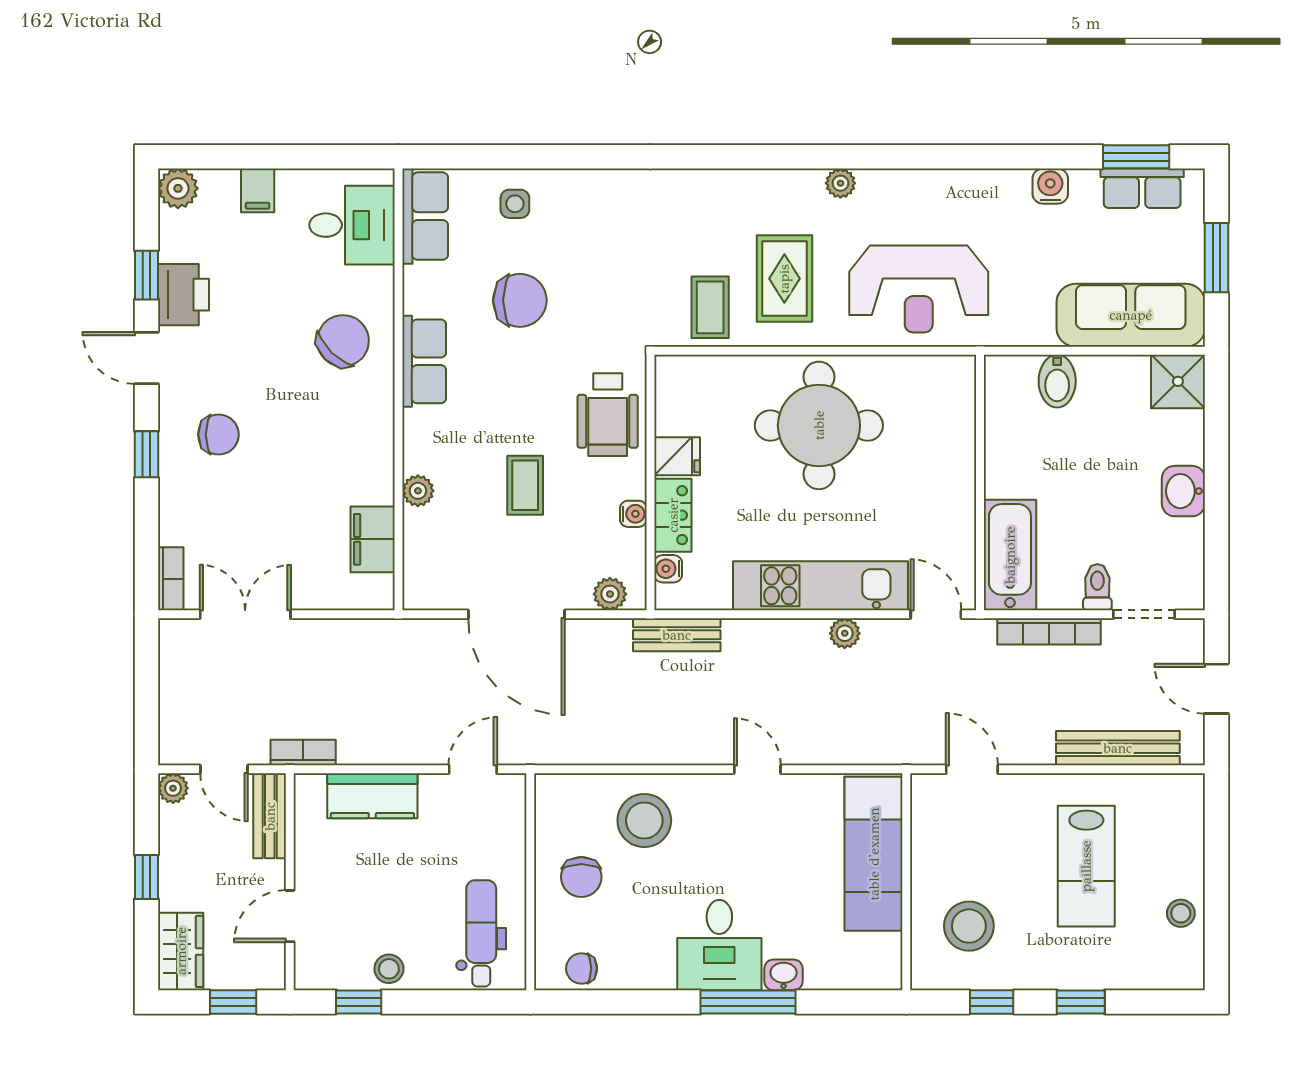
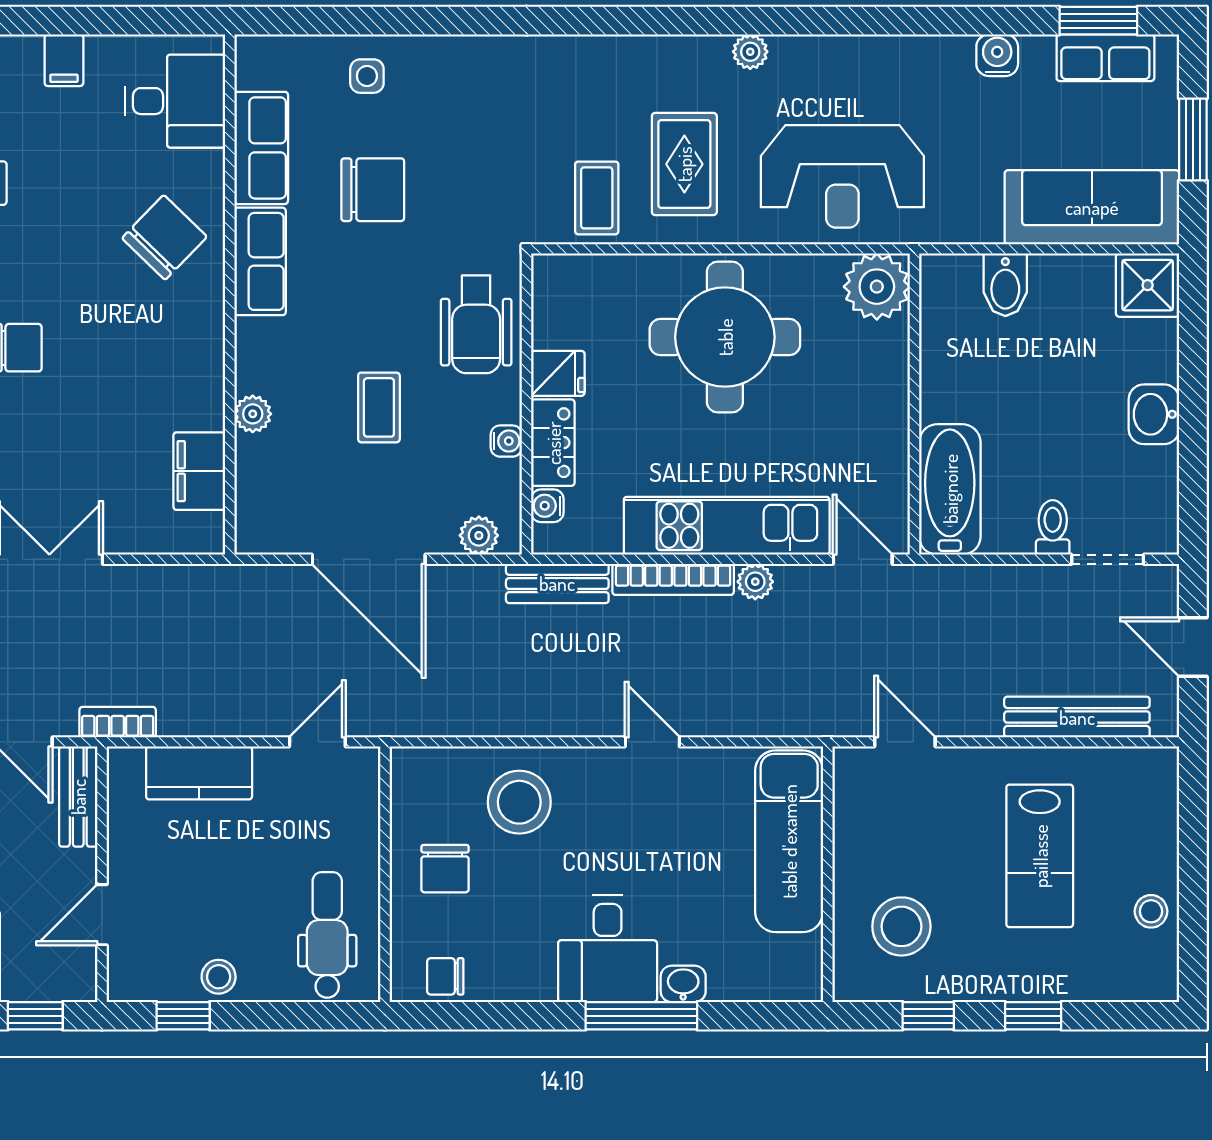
row of seats: (425, 216) -> (261, 148), moved
plant: (948, 383) -> (877, 287), added
bookcase: (1049, 631) -> (673, 579), moved

